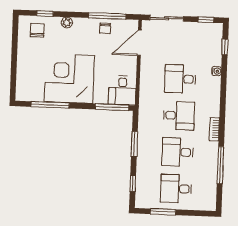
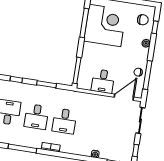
door: (139, 43) -> (124, 97), hinge flipped
corner desk: (69, 79) -> (105, 25), moved
desk: (180, 79) -> (92, 125), removed
desk: (122, 90) -> (103, 81), moved, turned -90
desk: (177, 152) -> (36, 117), turned 180

